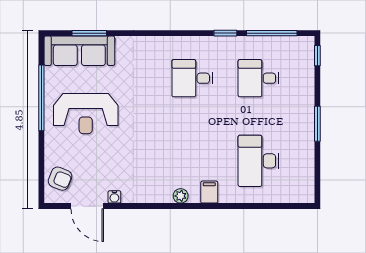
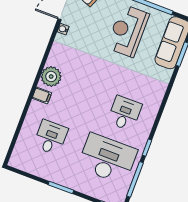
desk: (258, 78) -> (107, 159), width x1.87, depth x1.30
desk: (258, 161) -> (51, 137), width x0.73
plant: (181, 196) -> (51, 76), width x1.88, depth x1.88

